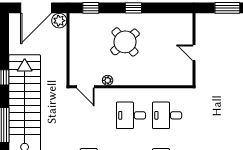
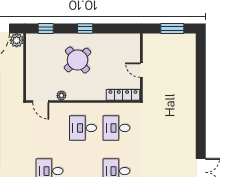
locker: (174, 79) -> (123, 95), added

